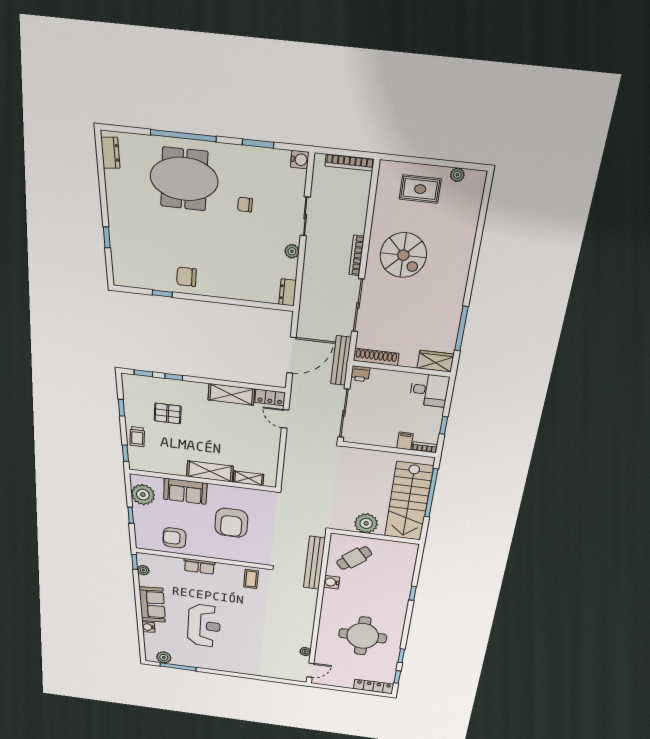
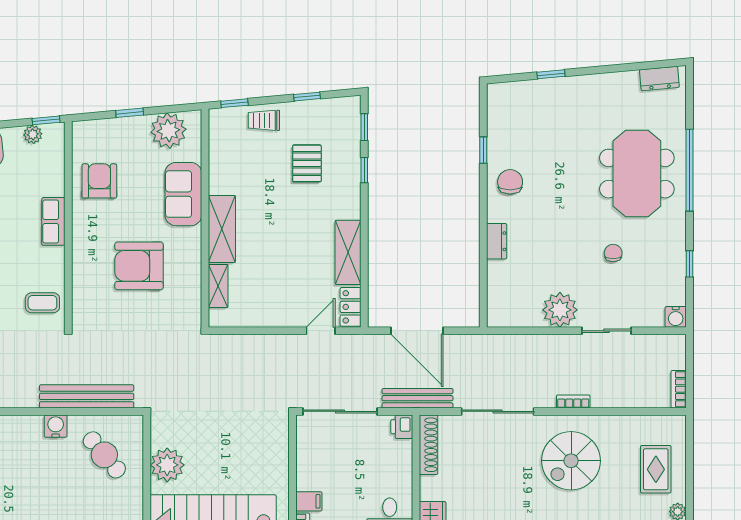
window: (258, 144) -> (690, 264), width x0.67
bookcase: (350, 162) -> (679, 389), width x0.64
plant: (292, 251) -> (560, 310), width x1.87, depth x1.87
bookcase: (357, 255) -> (573, 401), width x0.64
dresser: (288, 292) -> (497, 241), moved, turned 90

